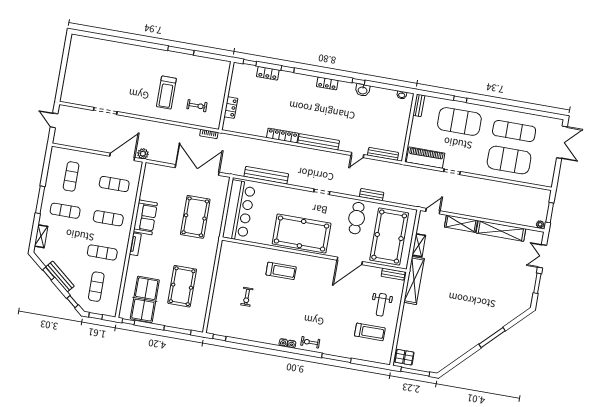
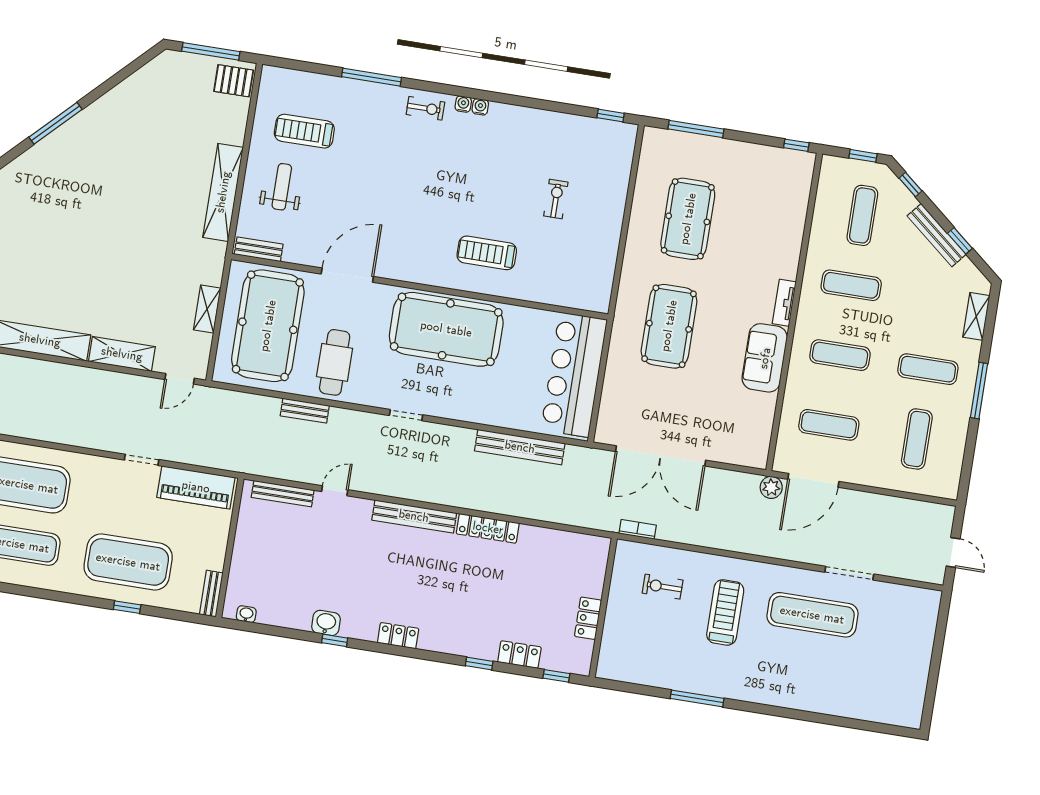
exercise mat: (124, 91) -> (812, 615), added
locker: (231, 108) -> (588, 618), moved
pool table: (195, 217) -> (669, 326), moved
shelving: (414, 280) -> (223, 192), moved
table tennis table: (145, 299) -> (763, 191), removed

